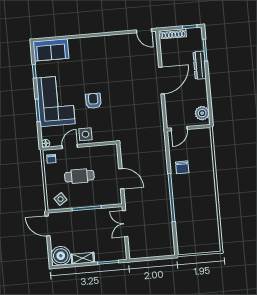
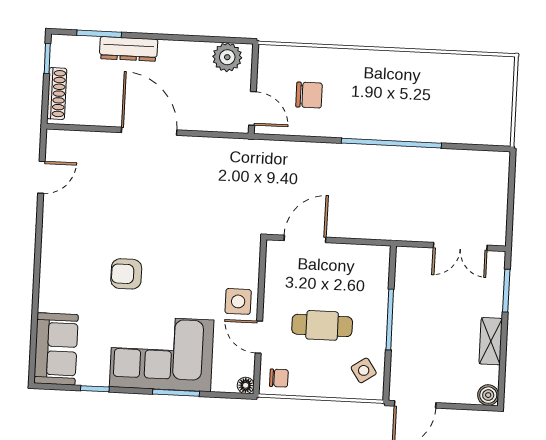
door: (144, 31) -> (41, 177), moved
armchair: (93, 101) -> (126, 274), moved
chair: (182, 167) -> (309, 95), moved
cafe table: (79, 176) -> (322, 325), turned 90
door: (121, 179) -> (305, 239), moved
double door: (125, 224) -> (460, 247), moved
boiler: (61, 256) -> (488, 395), width x0.54, depth x0.54

